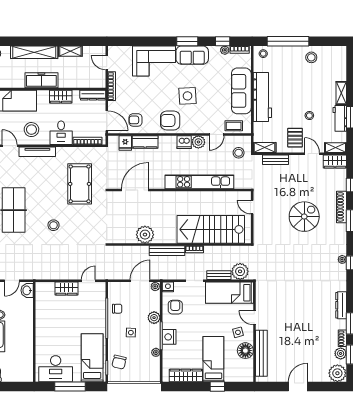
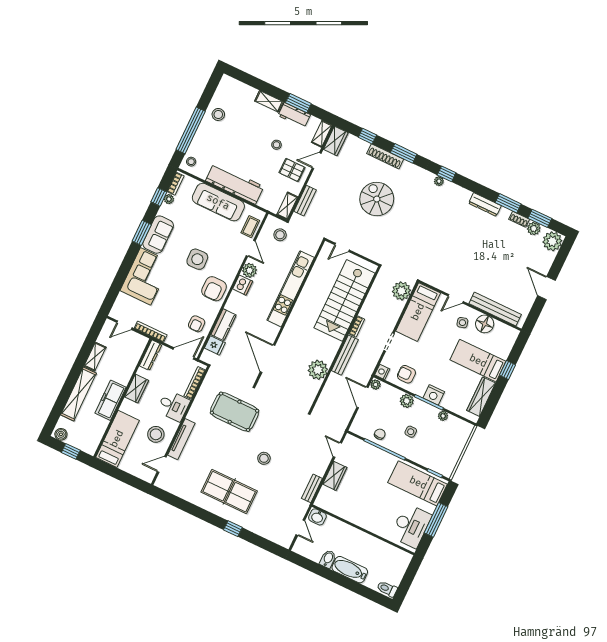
bench: (219, 275) -> (312, 488), moved
chair: (119, 362) -> (435, 458), removed

